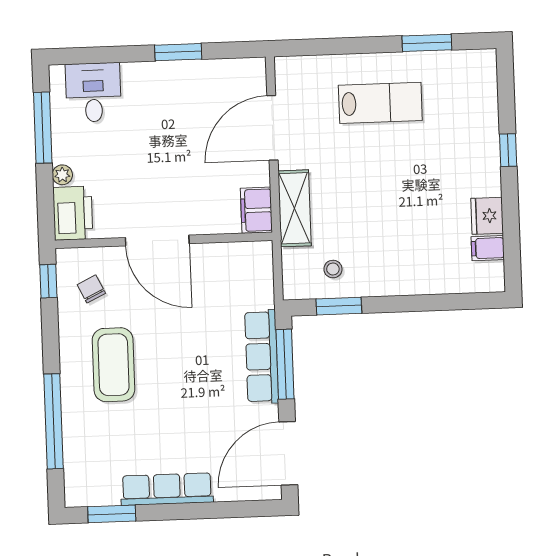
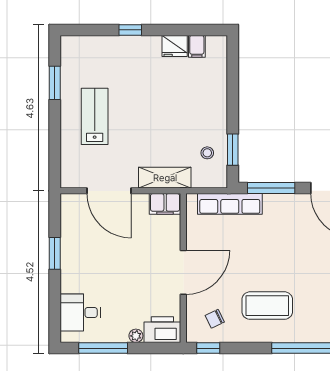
row of seats: (262, 357) -> (230, 204), moved

